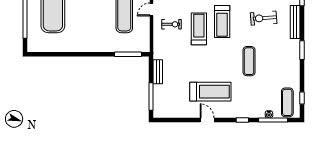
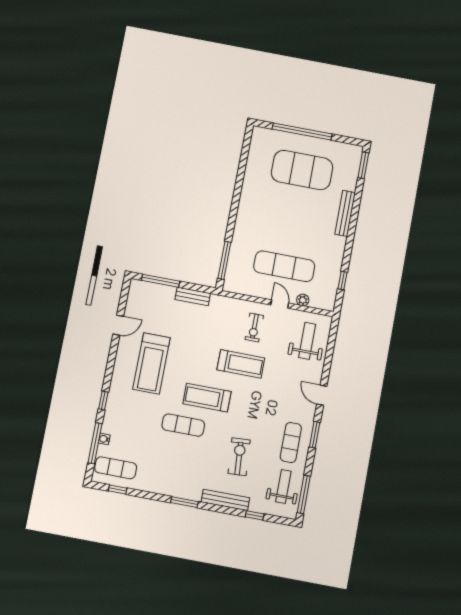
treadmill: (222, 22) -> (207, 398), moved
door: (207, 120) -> (118, 325), moved

